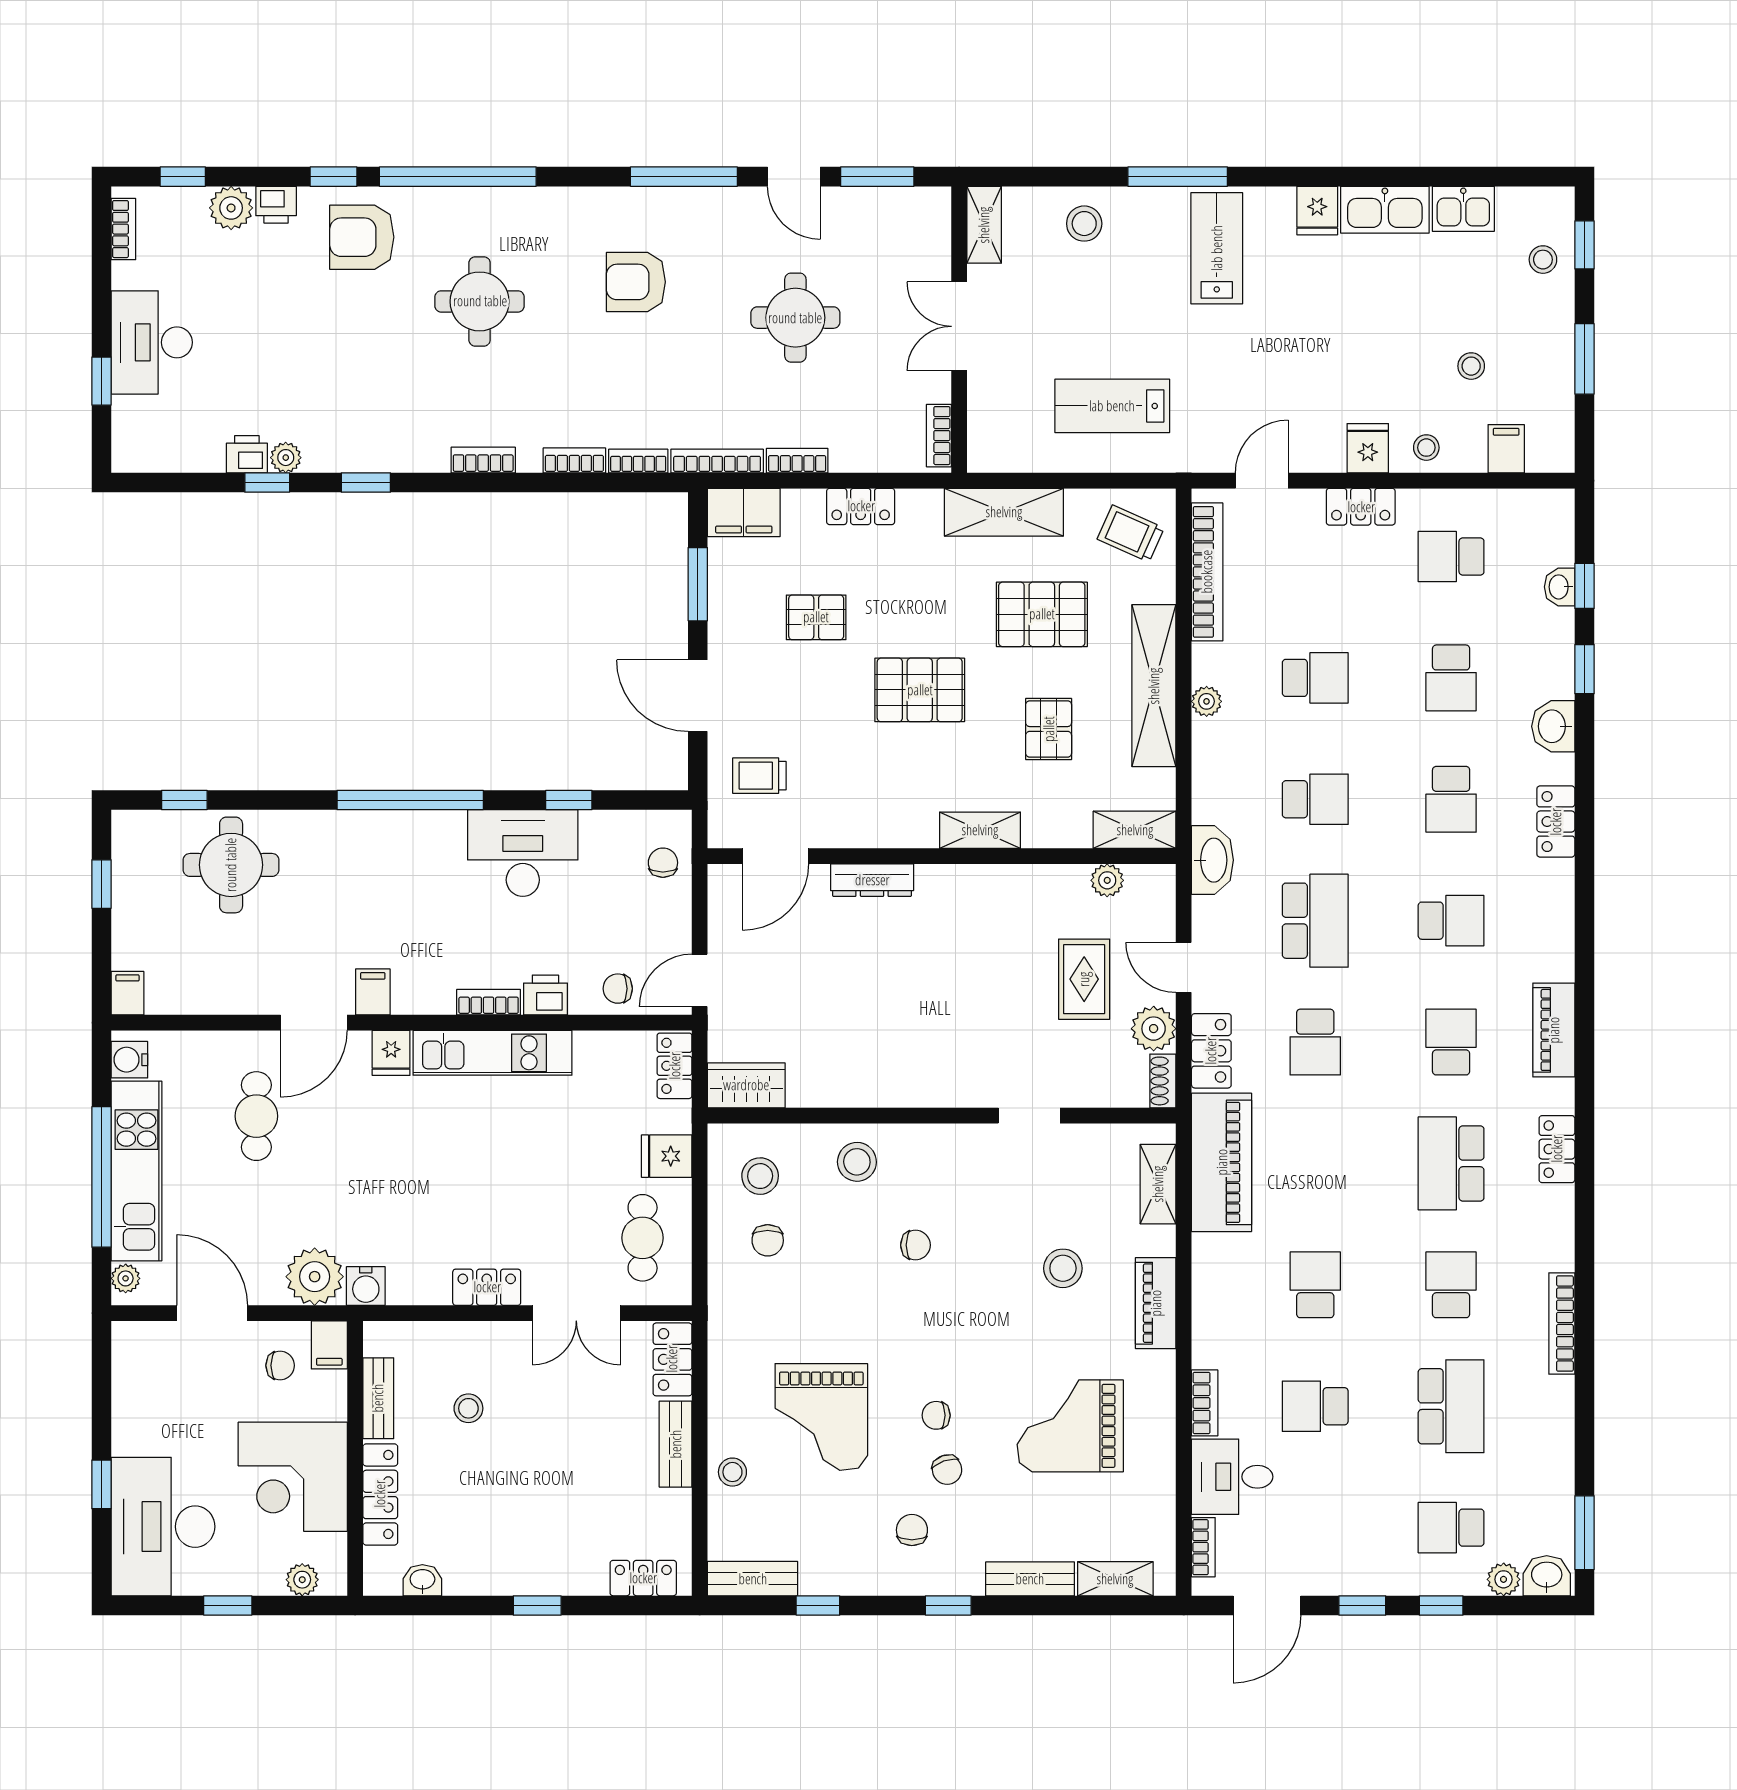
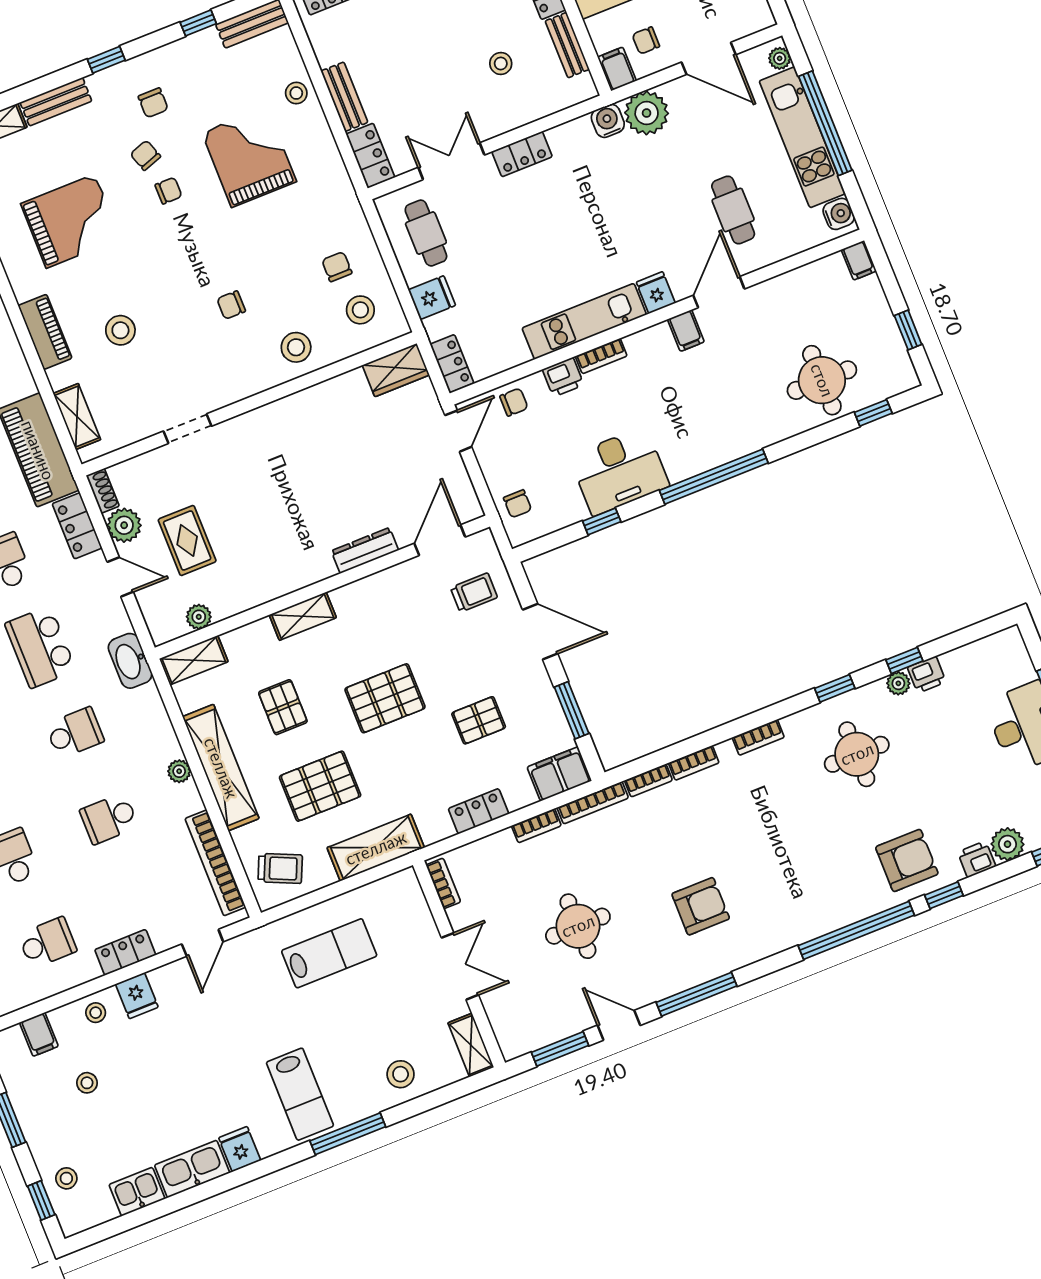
round table: (480, 301) -> (857, 754), moved
school desk: (1315, 799) -> (75, 733), turned 180

